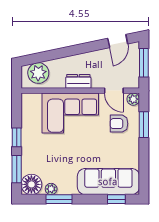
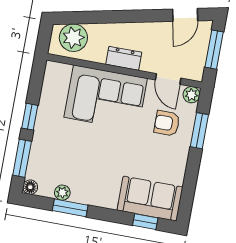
sofa: (108, 182) -> (150, 199), width x0.73
floor lamp: (31, 184) -> (30, 187), width x0.53, depth x0.53

